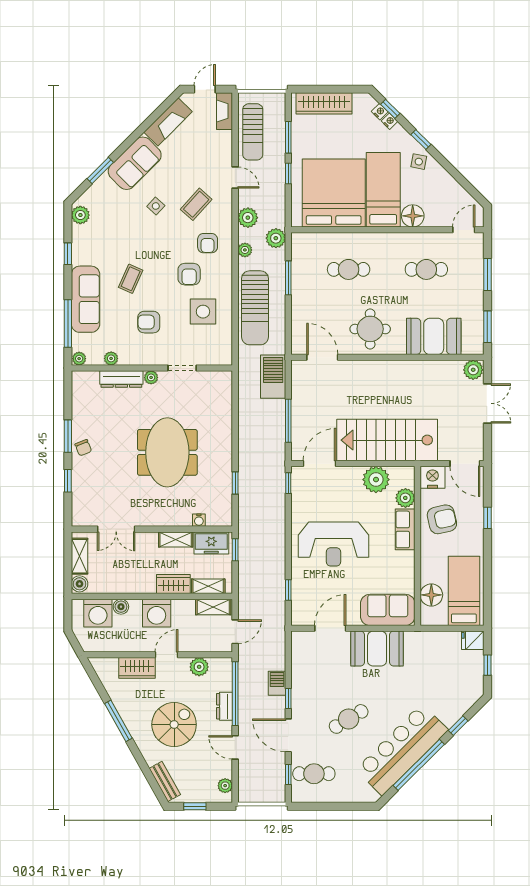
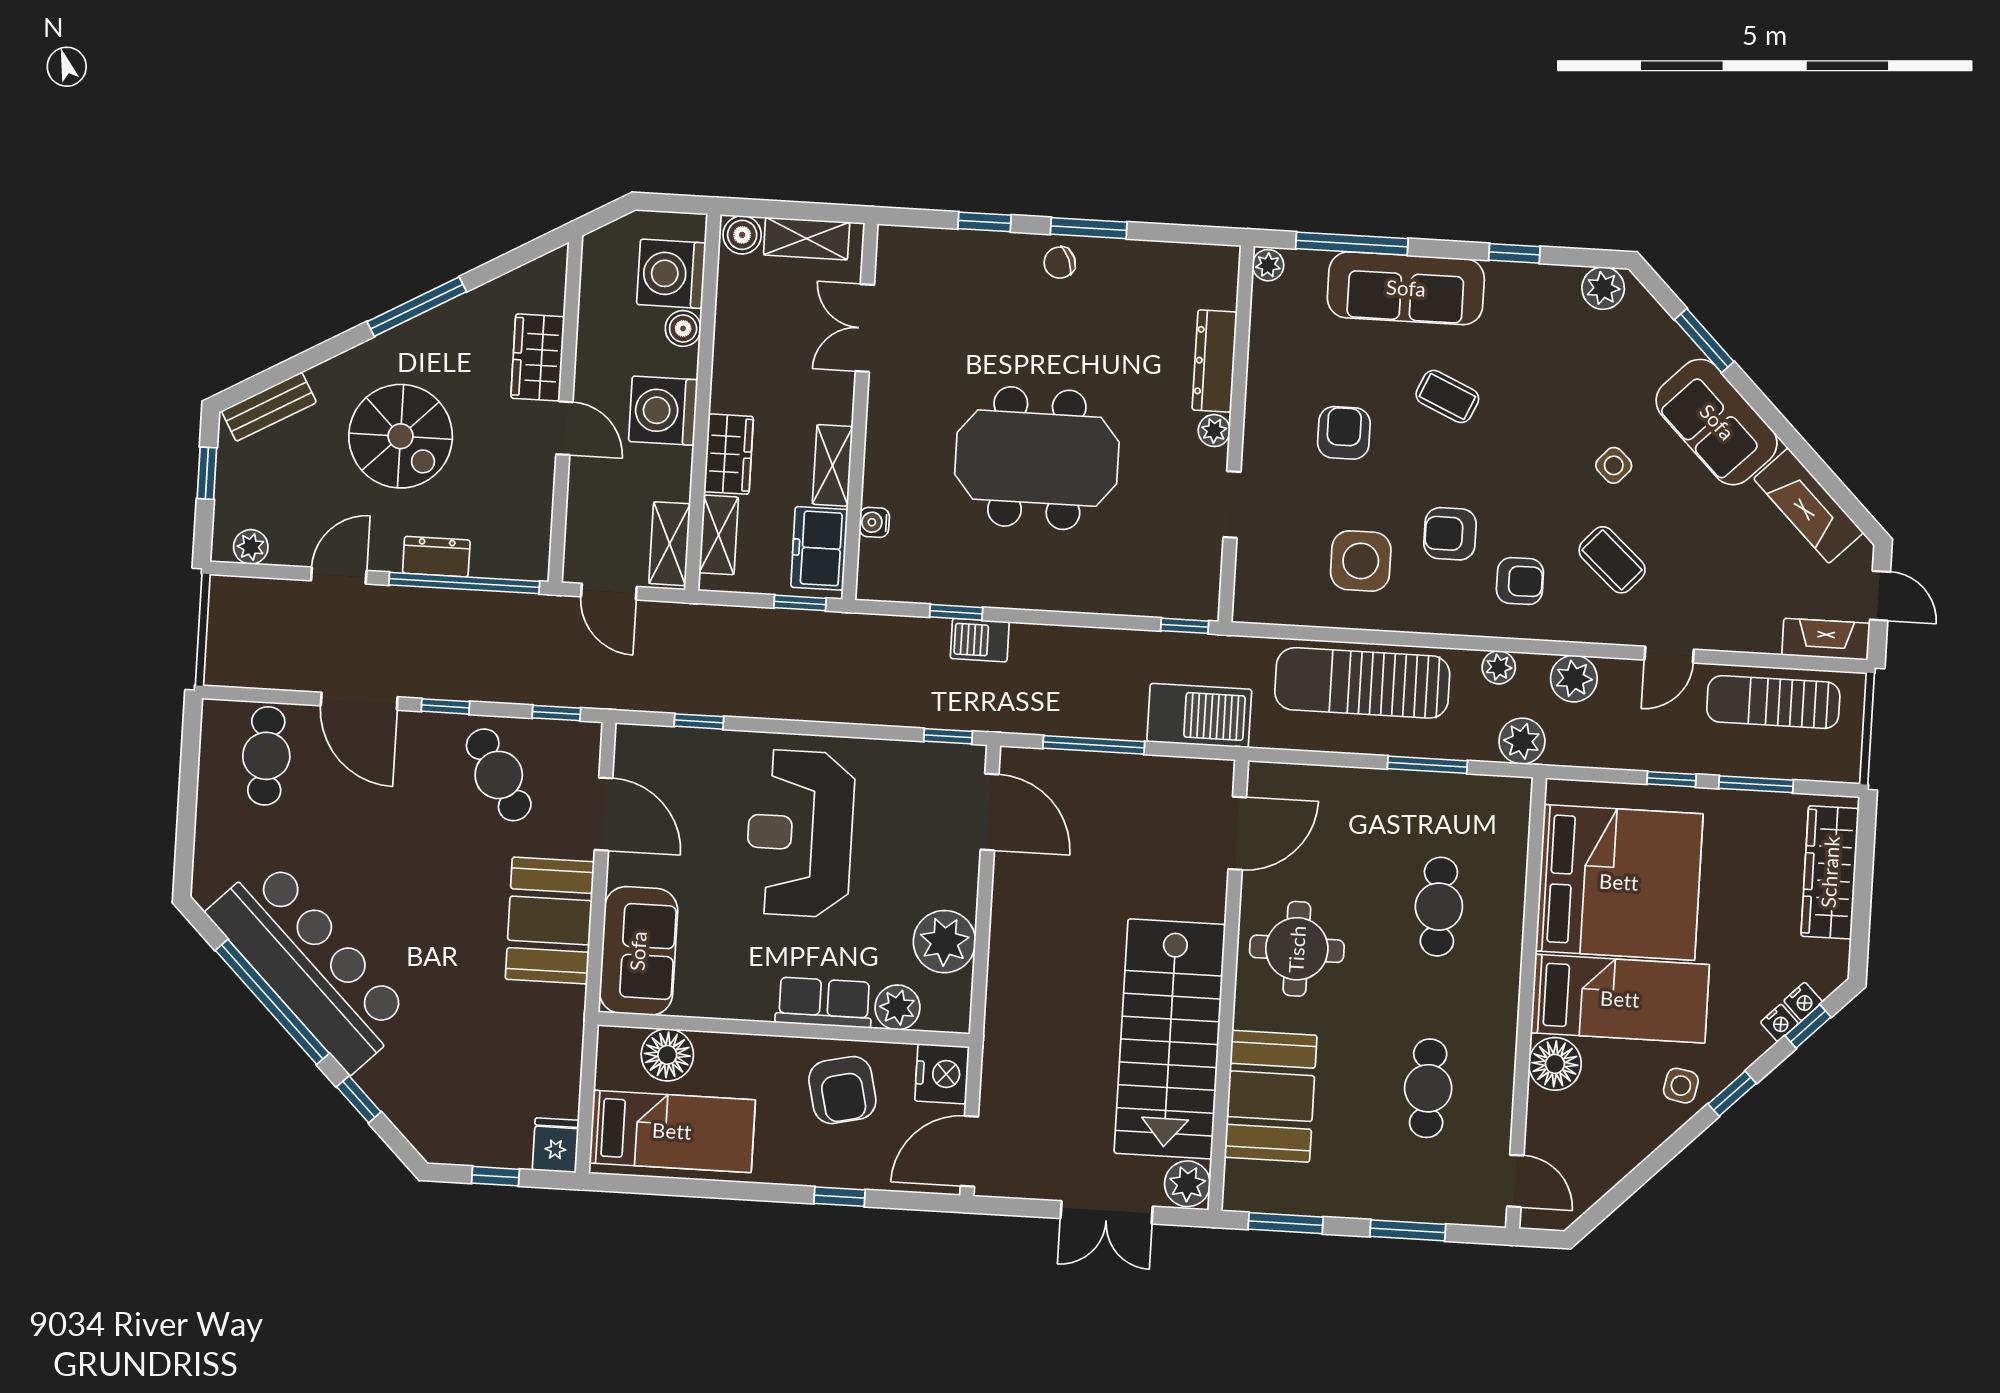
armchair: (208, 243) -> (1520, 581), turned 180
plant: (111, 358) -> (1264, 340), removed
window: (235, 385) -> (1185, 626), added
stairs: (387, 440) -> (1170, 1039), moved, turned 180
plant: (199, 667) -> (532, 503), removed
barbecue: (277, 683) -> (980, 640), moved, turned 180
cafe table: (349, 719) -> (499, 775), moved
door: (288, 735) -> (359, 701), swing flipped
window: (288, 774) -> (556, 713), moved

